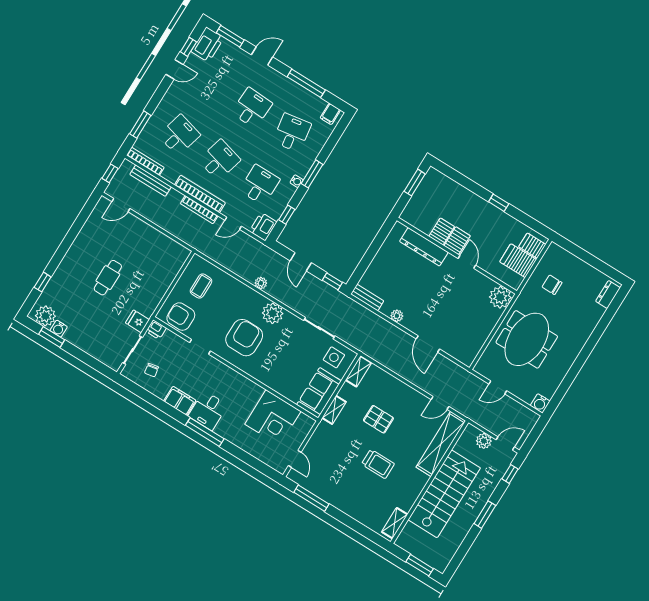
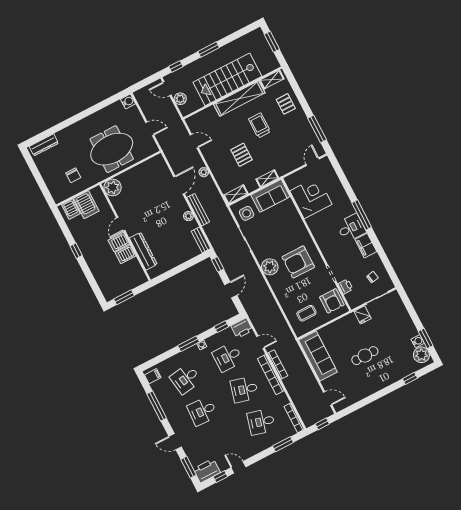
bench: (151, 181) -> (198, 210), moved
sofa: (160, 246) -> (318, 356), added
plant: (261, 283) -> (204, 172), moved
dresser: (608, 294) -> (44, 145), width x1.44
printer: (156, 330) -> (345, 287), moved
shelving: (441, 444) -> (239, 98), moved
pallet: (363, 505) -> (286, 104), added

